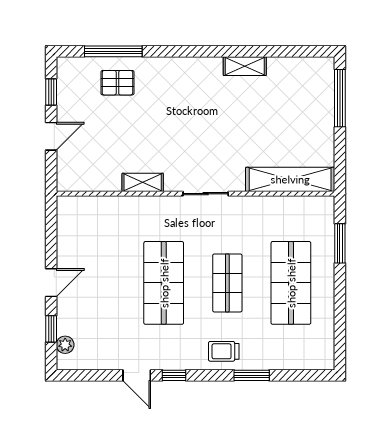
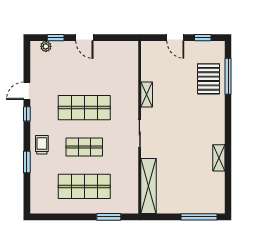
pallet: (117, 83) -> (209, 79), width x1.50, depth x1.42

